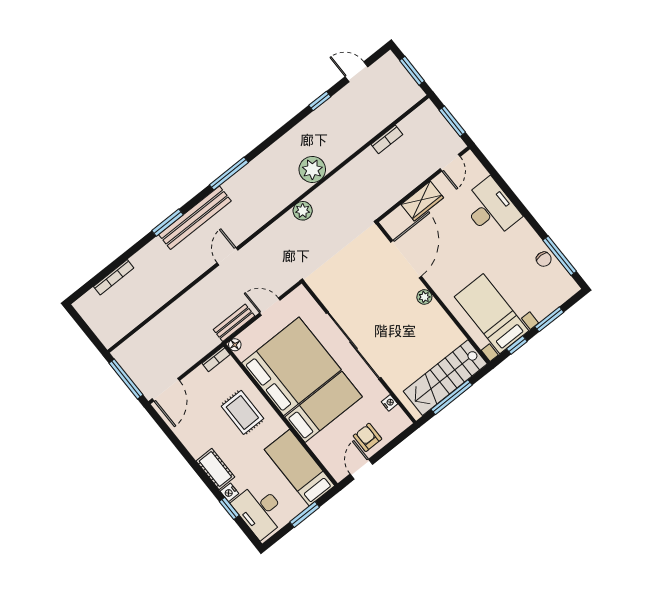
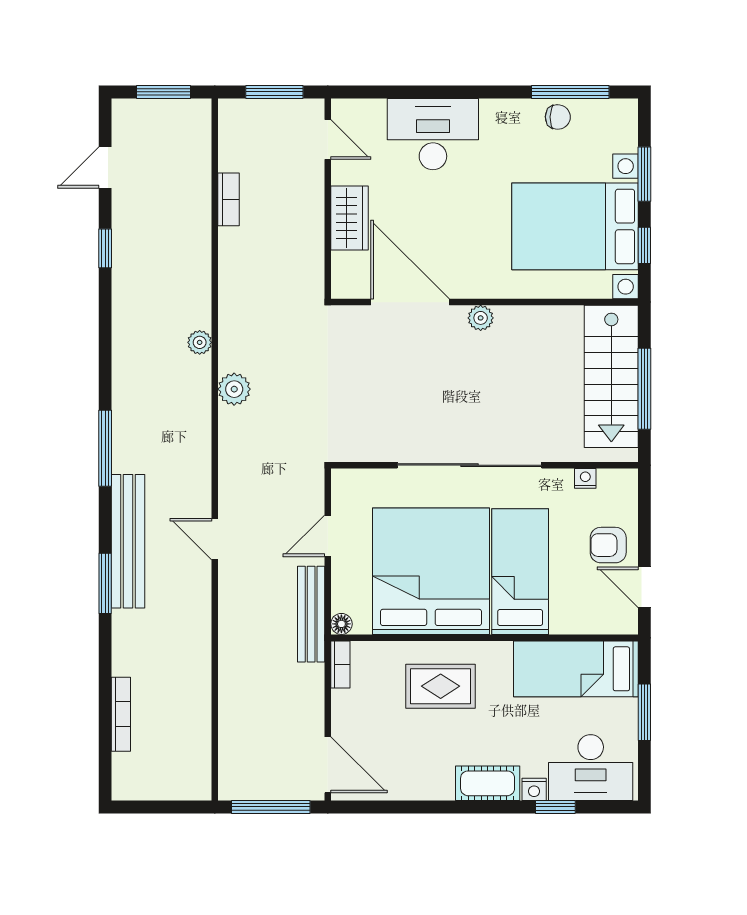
plant: (312, 169) -> (200, 342), width x0.53, depth x0.53
bed with nightstands: (492, 314) -> (575, 226), width x1.36
bench: (234, 323) -> (311, 614), width x1.36

